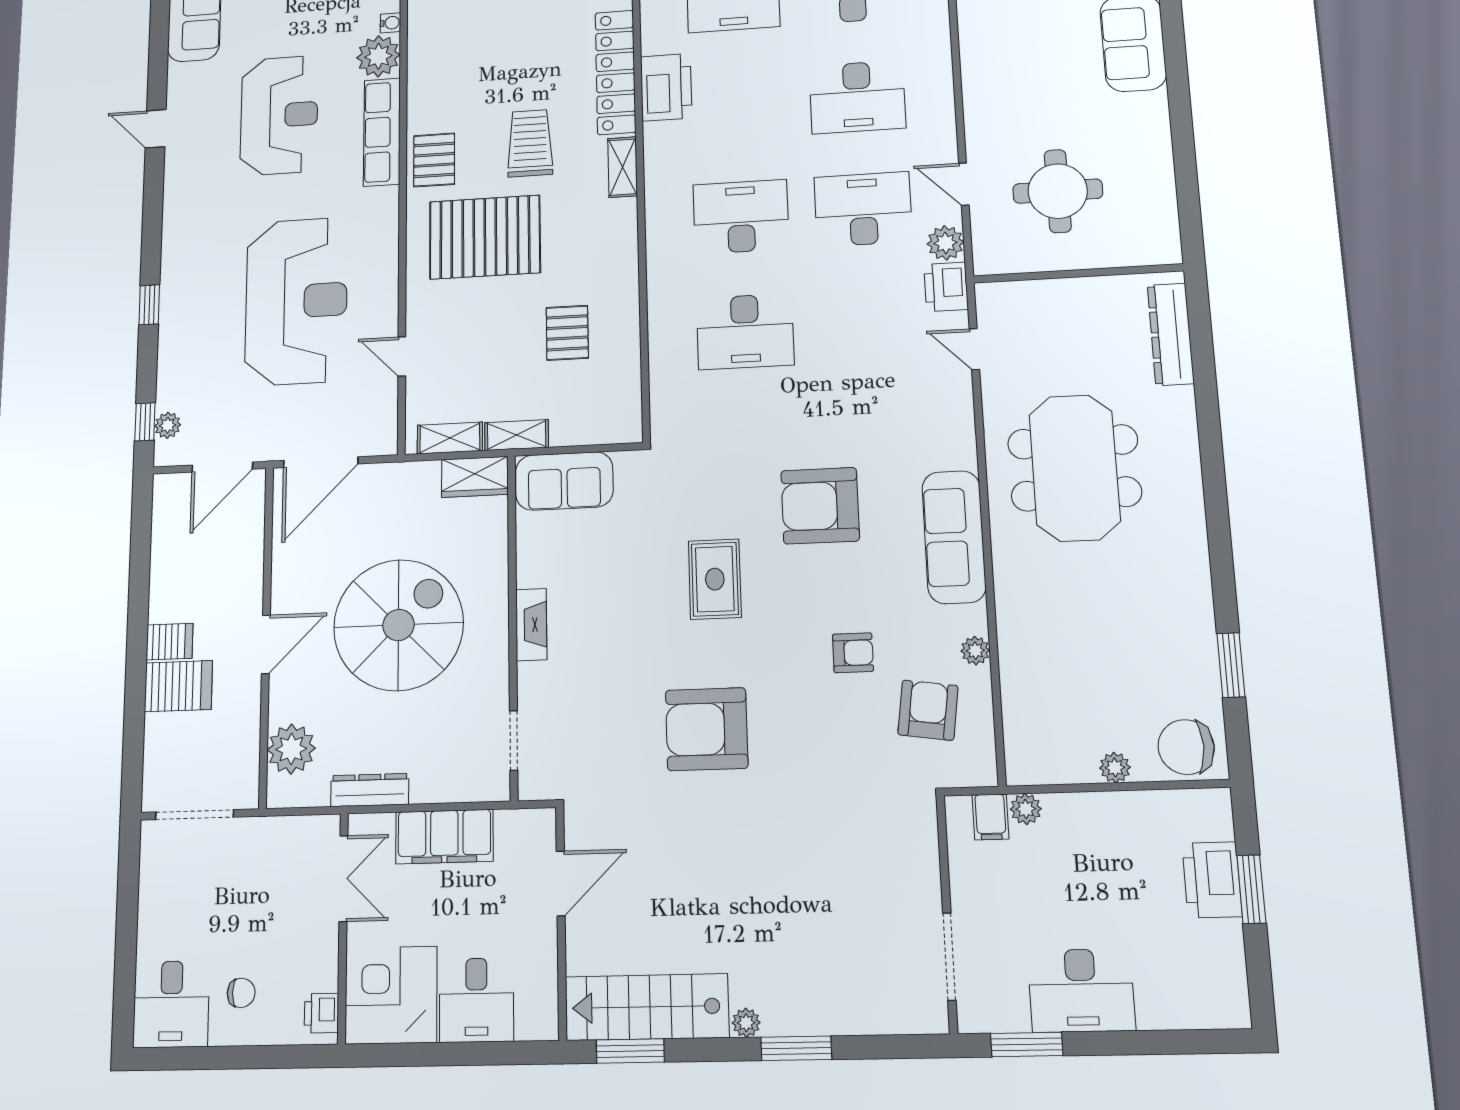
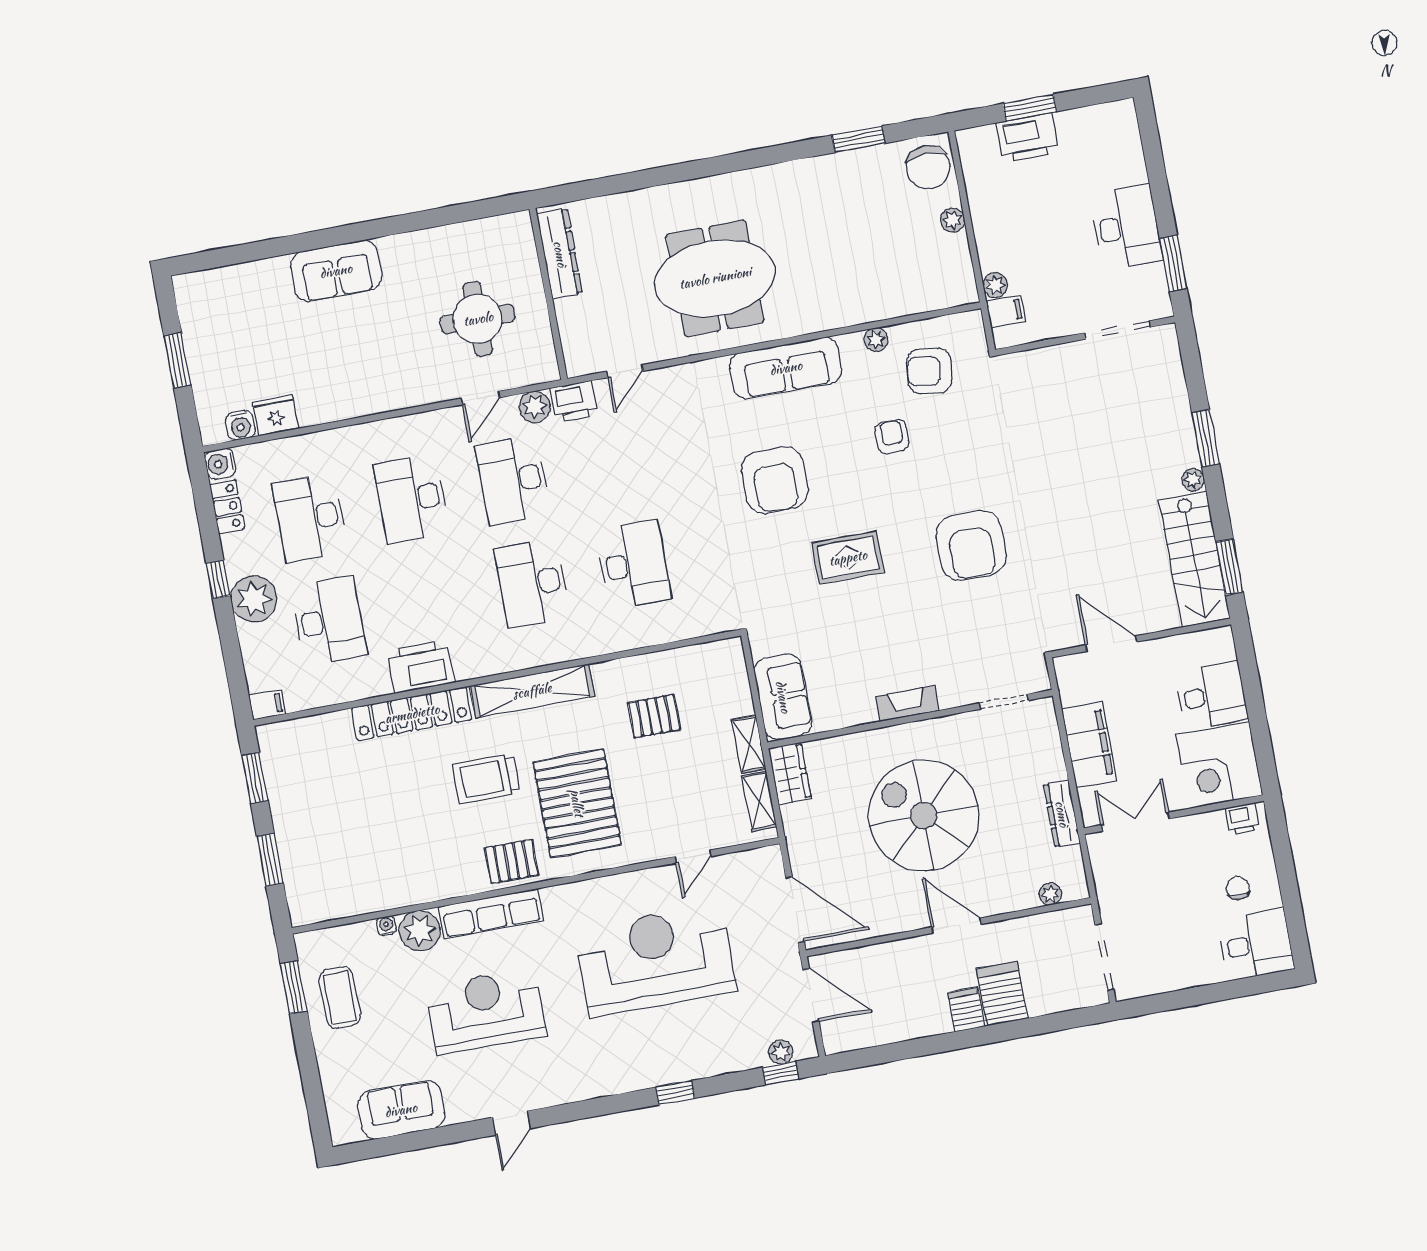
desk: (857, 97) -> (411, 499), turned 180
shelving: (623, 167) -> (532, 691), width x2.20, depth x1.33
dresser: (1171, 334) -> (560, 254), moved, turned -90
plant: (291, 749) -> (1050, 894), width x0.53, depth x0.53

